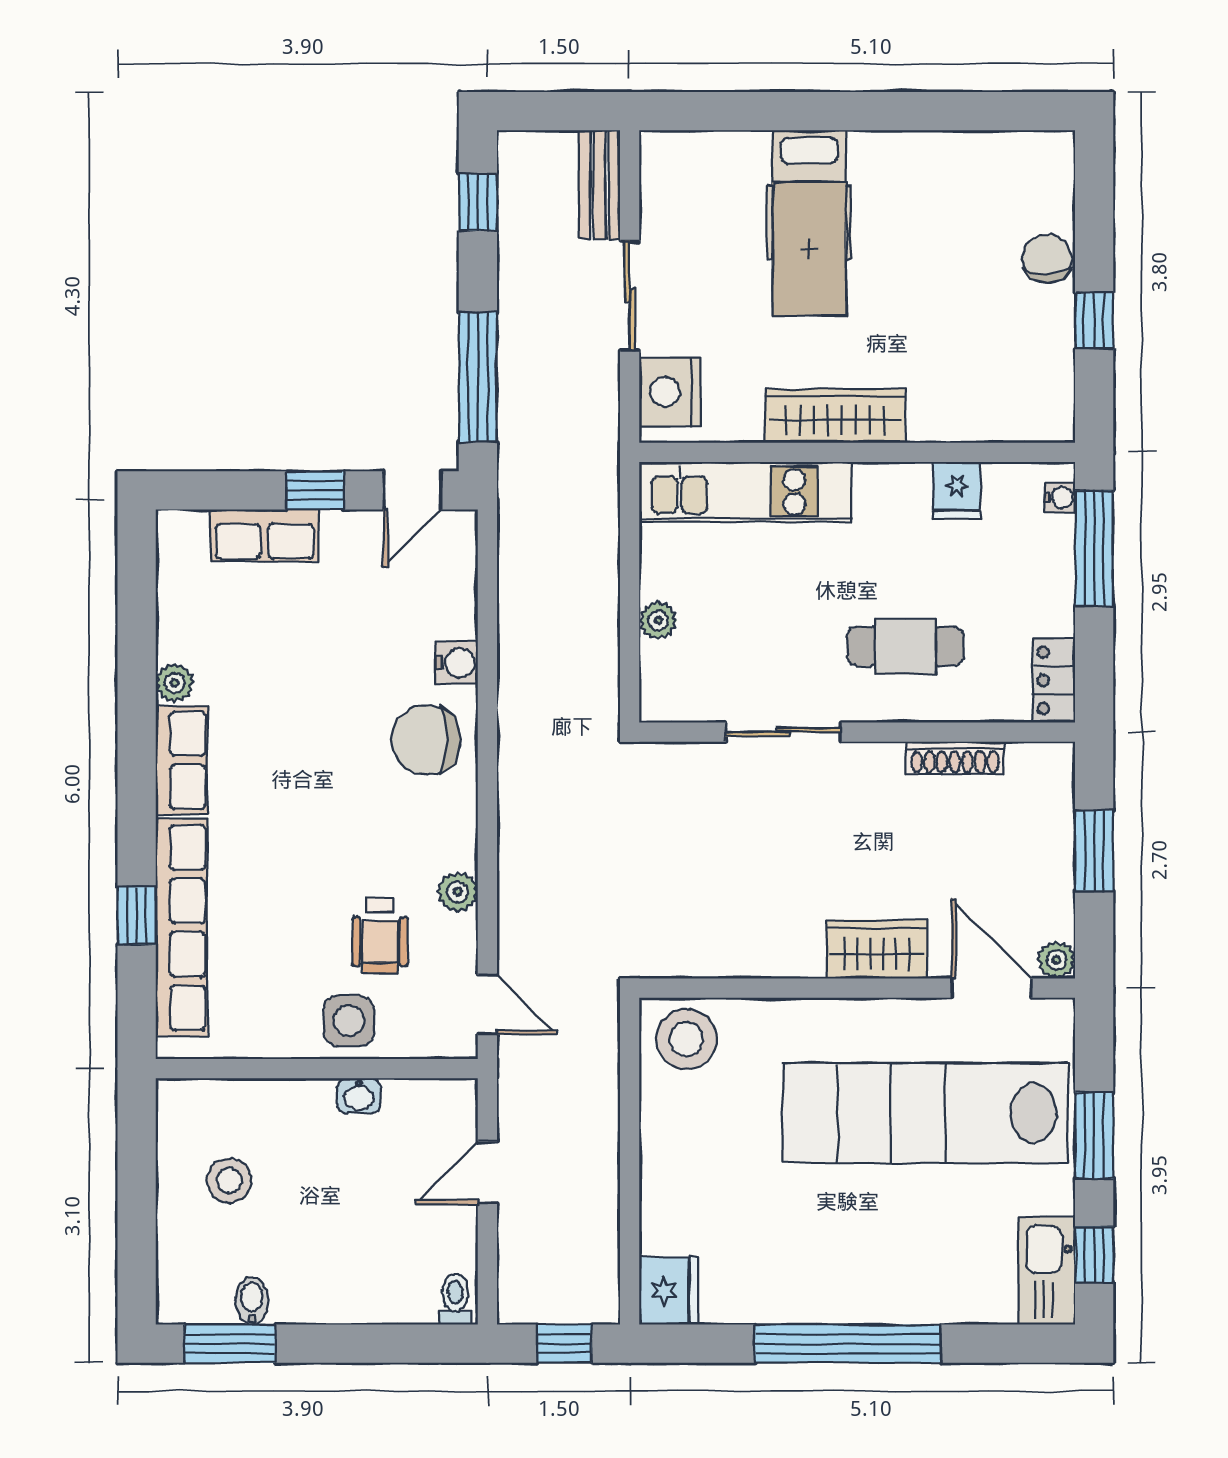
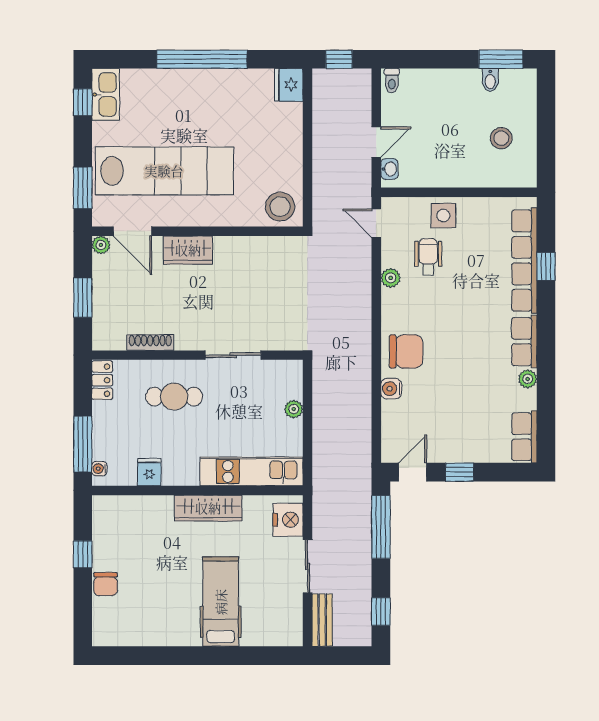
row of seats: (265, 535) -> (524, 437), moved, turned -90
washbasin: (359, 1096) -> (389, 169), moved, turned 90
window: (1094, 1136) -> (83, 188), moved

